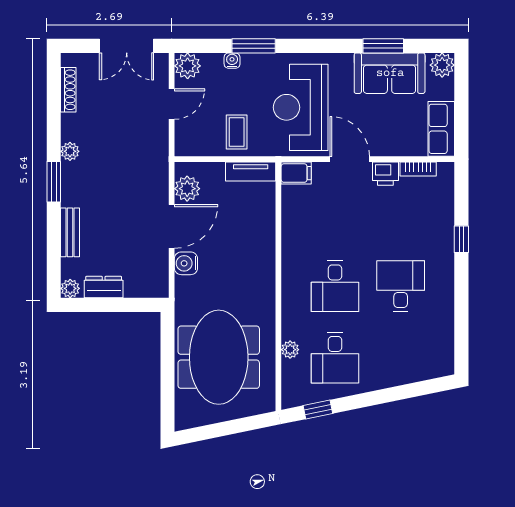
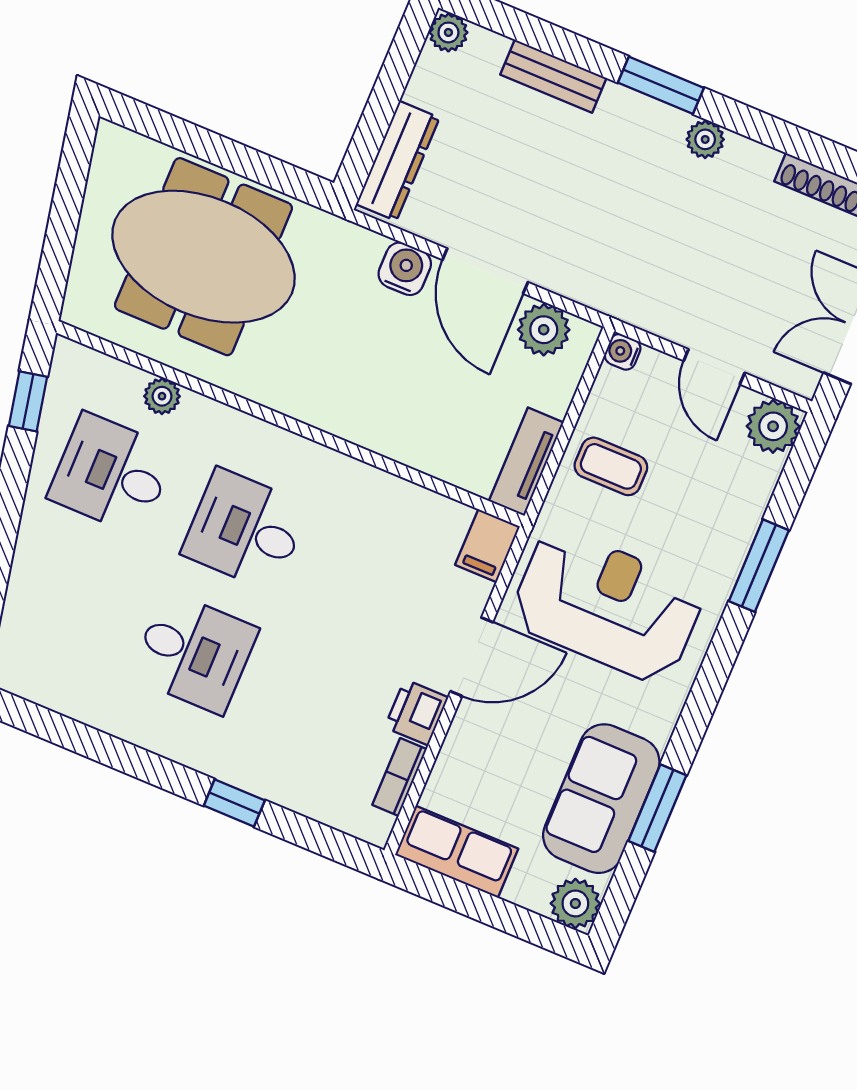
water cooler: (232, 61) -> (623, 352), moved, turned 180
dresser: (104, 287) -> (398, 161), moved, width x1.44

